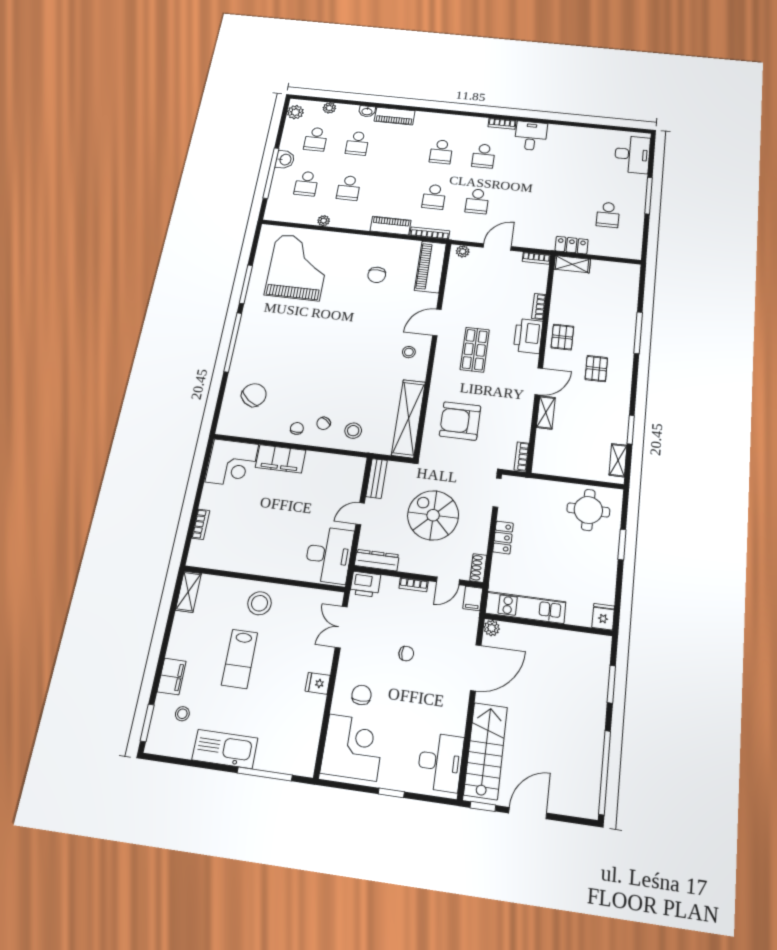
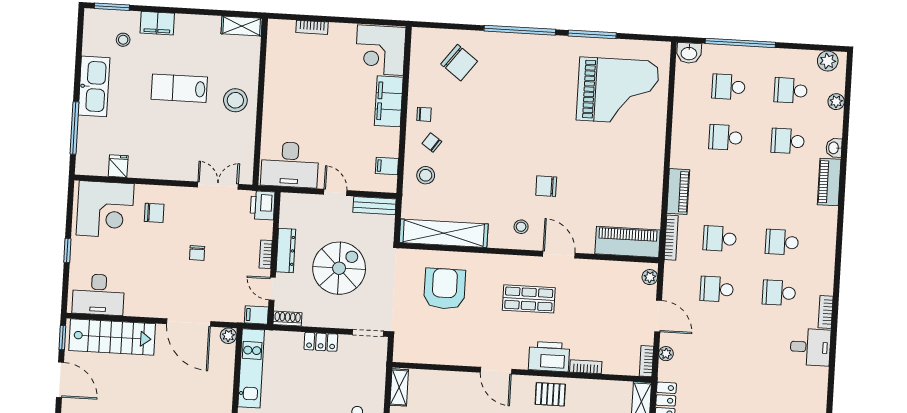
washbasin: (285, 160) -> (689, 53), moved
plant: (324, 221) -> (666, 354), moved
chair: (377, 275) -> (546, 186), moved
shelving: (546, 412) -> (399, 387), moved, turned 90
bookcase: (522, 456) -> (409, 357), removed
filing cabinet: (341, 465) -> (387, 166), added
dresser: (377, 560) -> (286, 251), moved
fridge: (318, 683) -> (118, 166), moved

